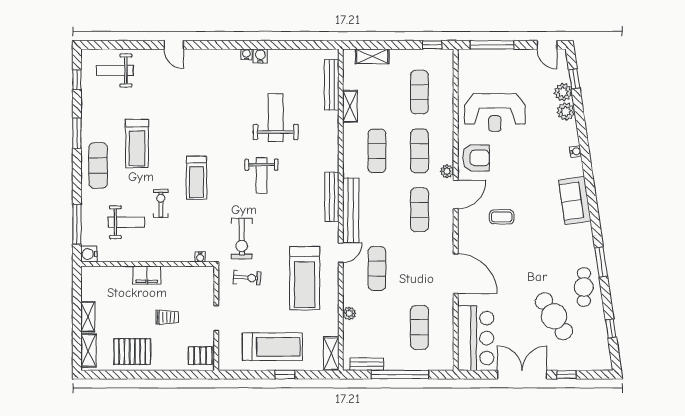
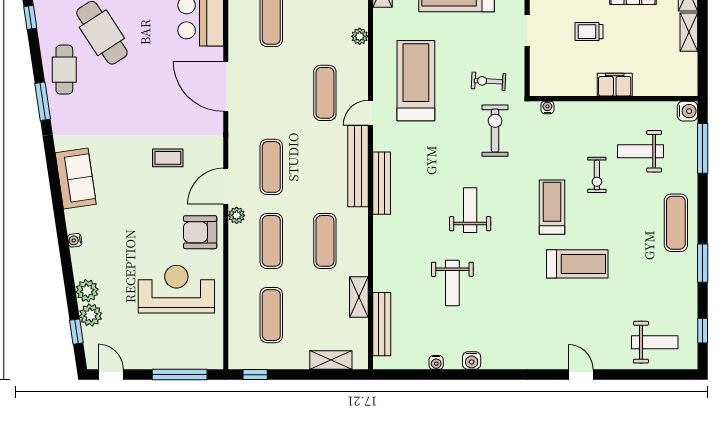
water cooler: (246, 54) -> (436, 362), moved
weight bench: (276, 118) -> (452, 283), width x0.73, depth x0.75
treadmill: (137, 143) -> (577, 264), moved, turned 90

